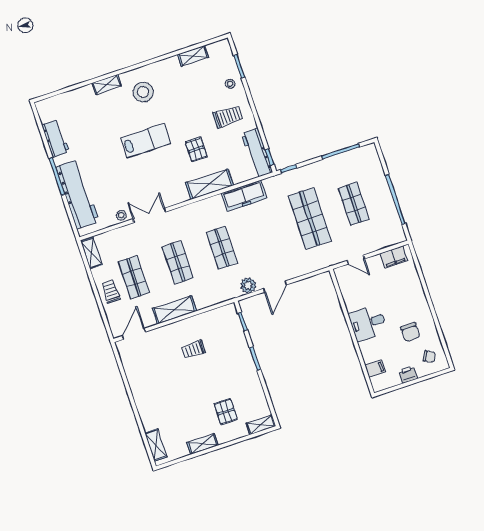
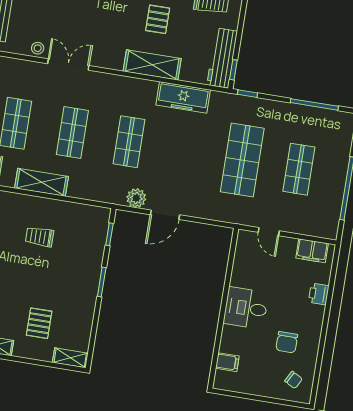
printer: (408, 374) -> (319, 294), moved, turned -90

